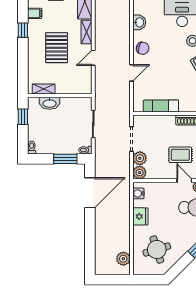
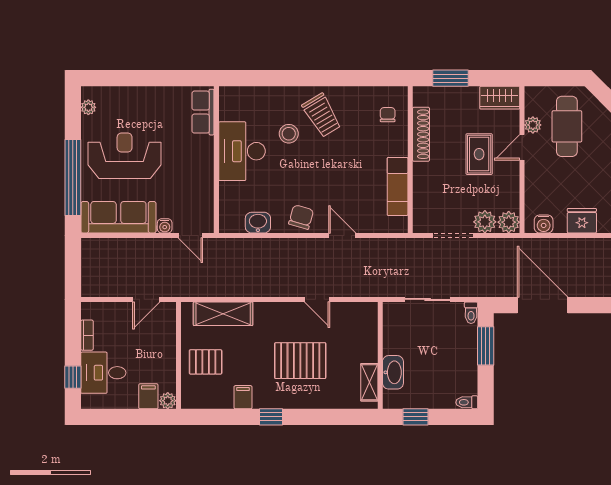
shelving: (86, 32) -> (274, 311), removed

